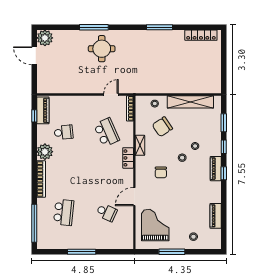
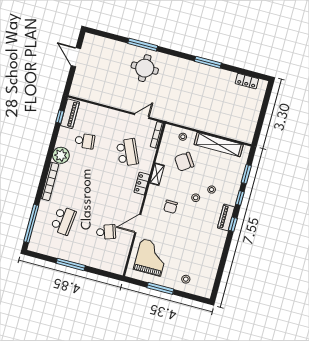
locker: (201, 35) -> (247, 81), width x0.66
plant: (45, 38) -> (91, 42), removed
school desk: (107, 212) -> (106, 232), turned -42
piano: (216, 216) -> (213, 264), removed

